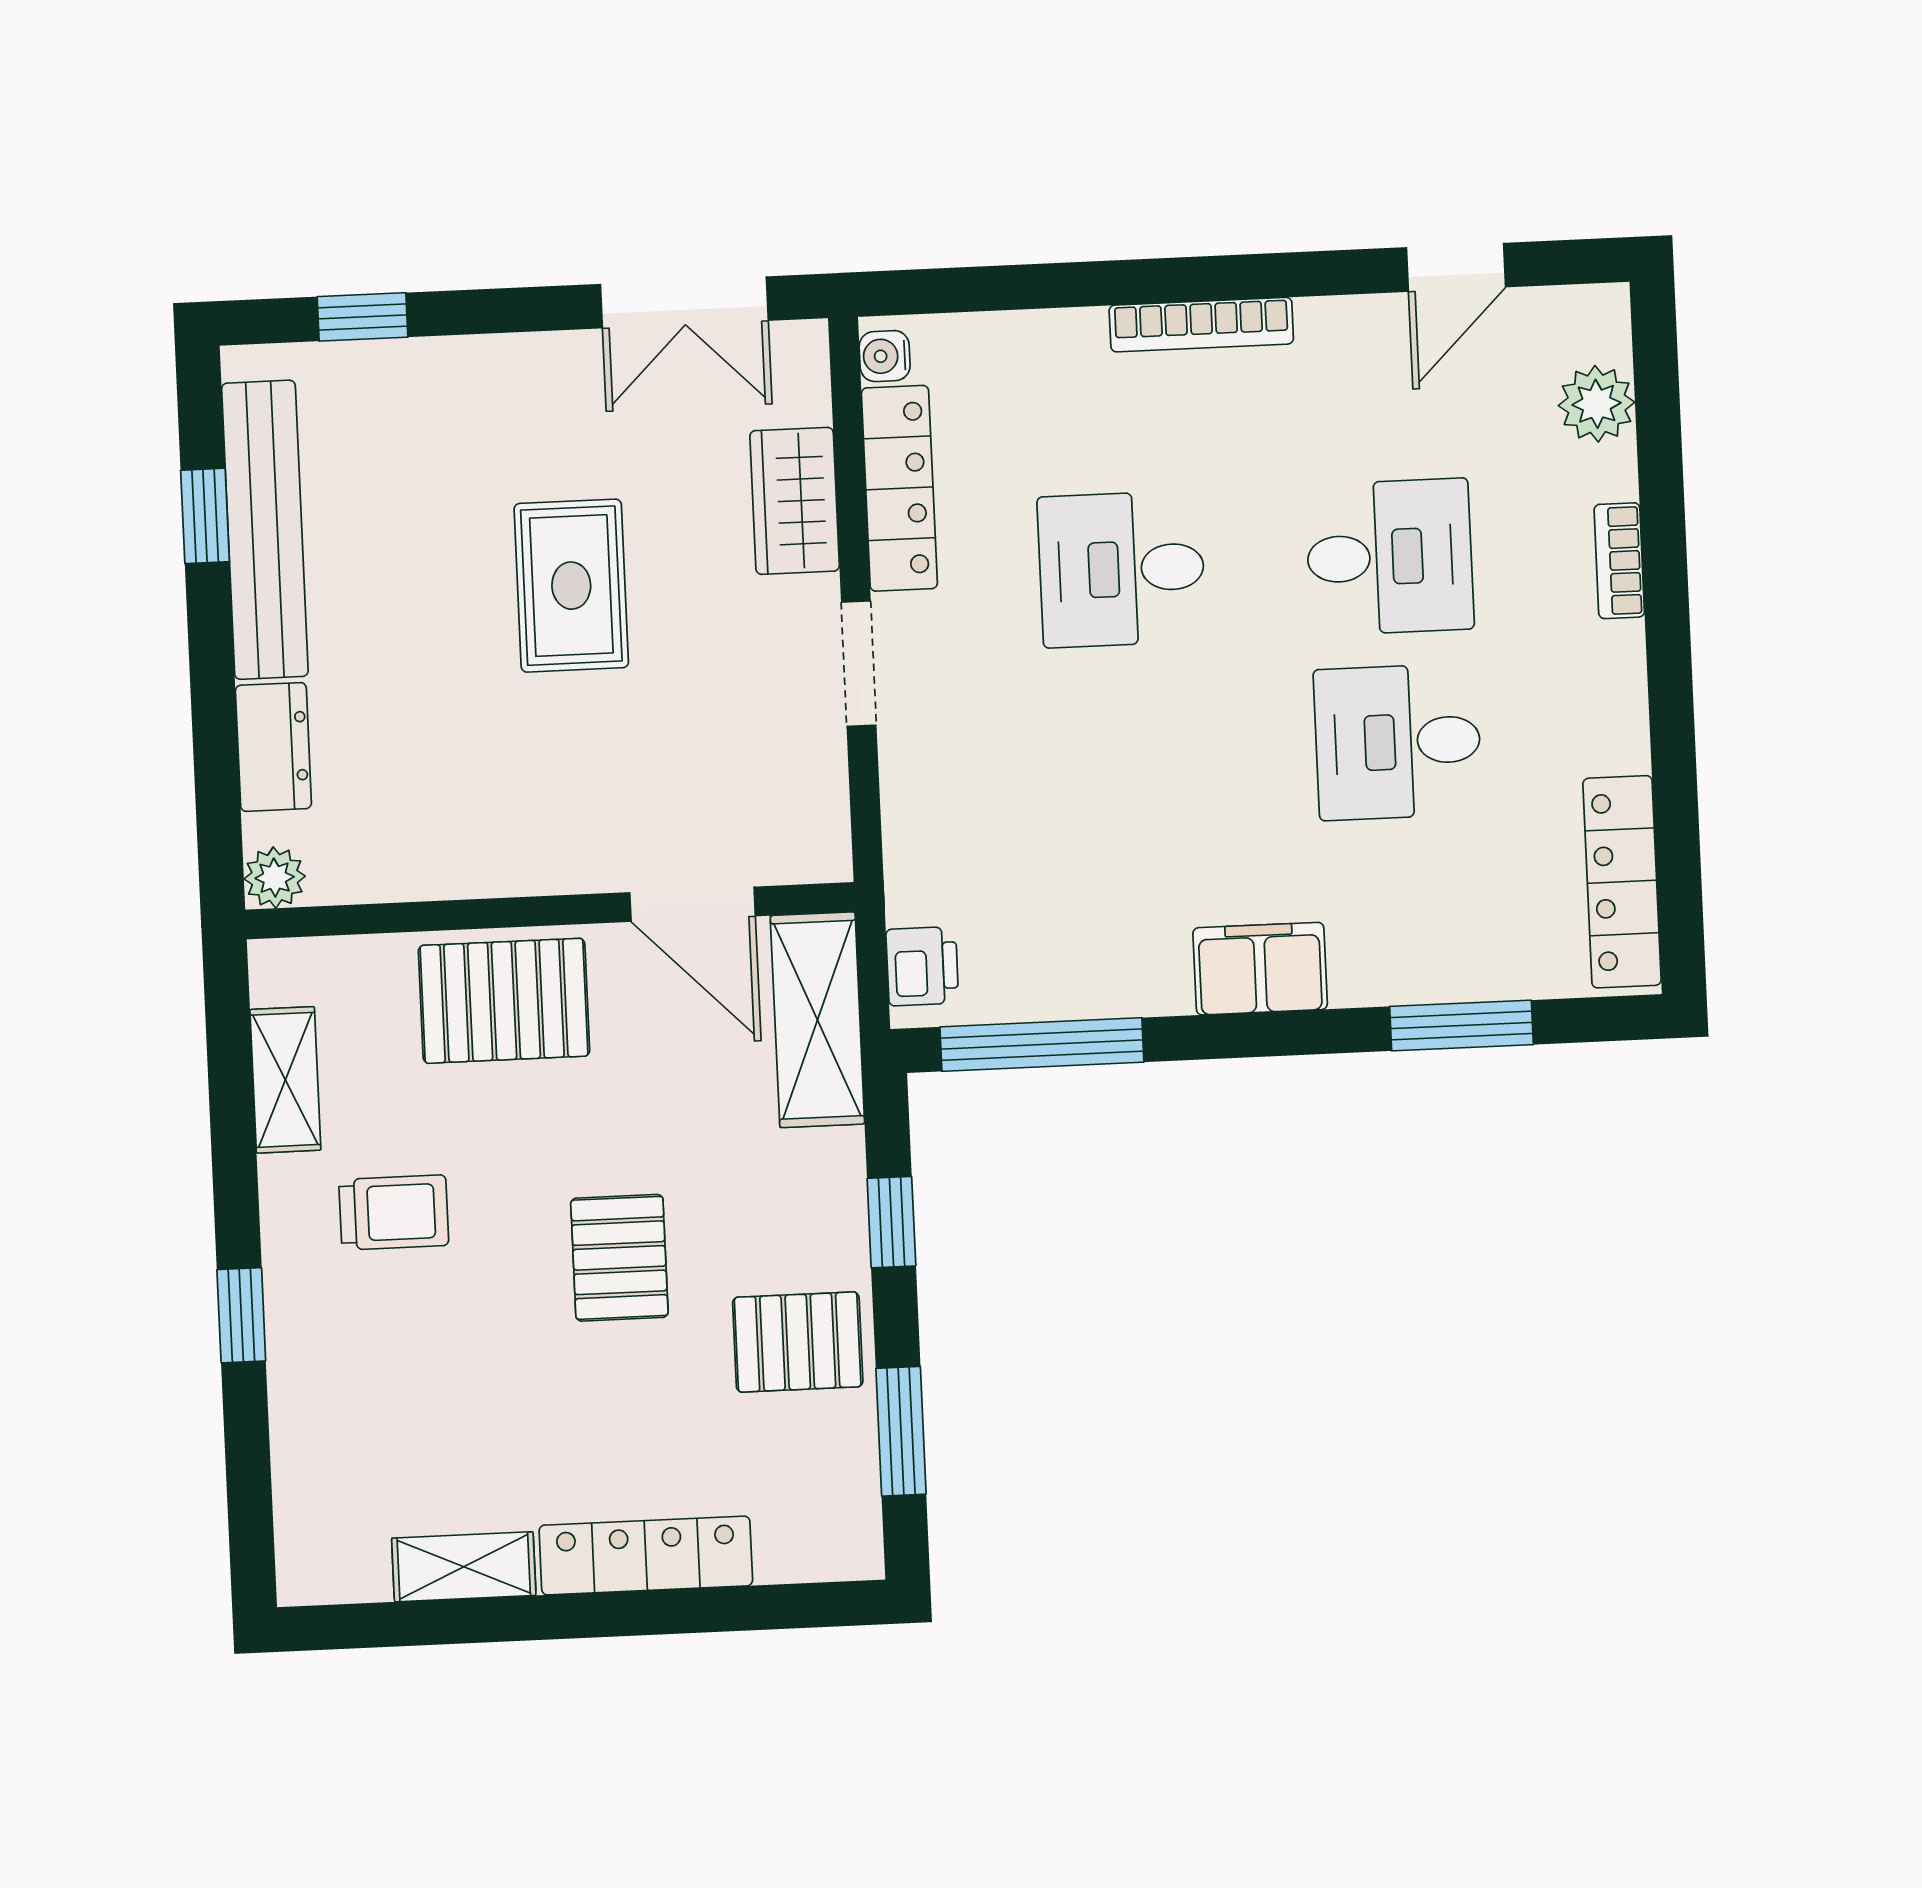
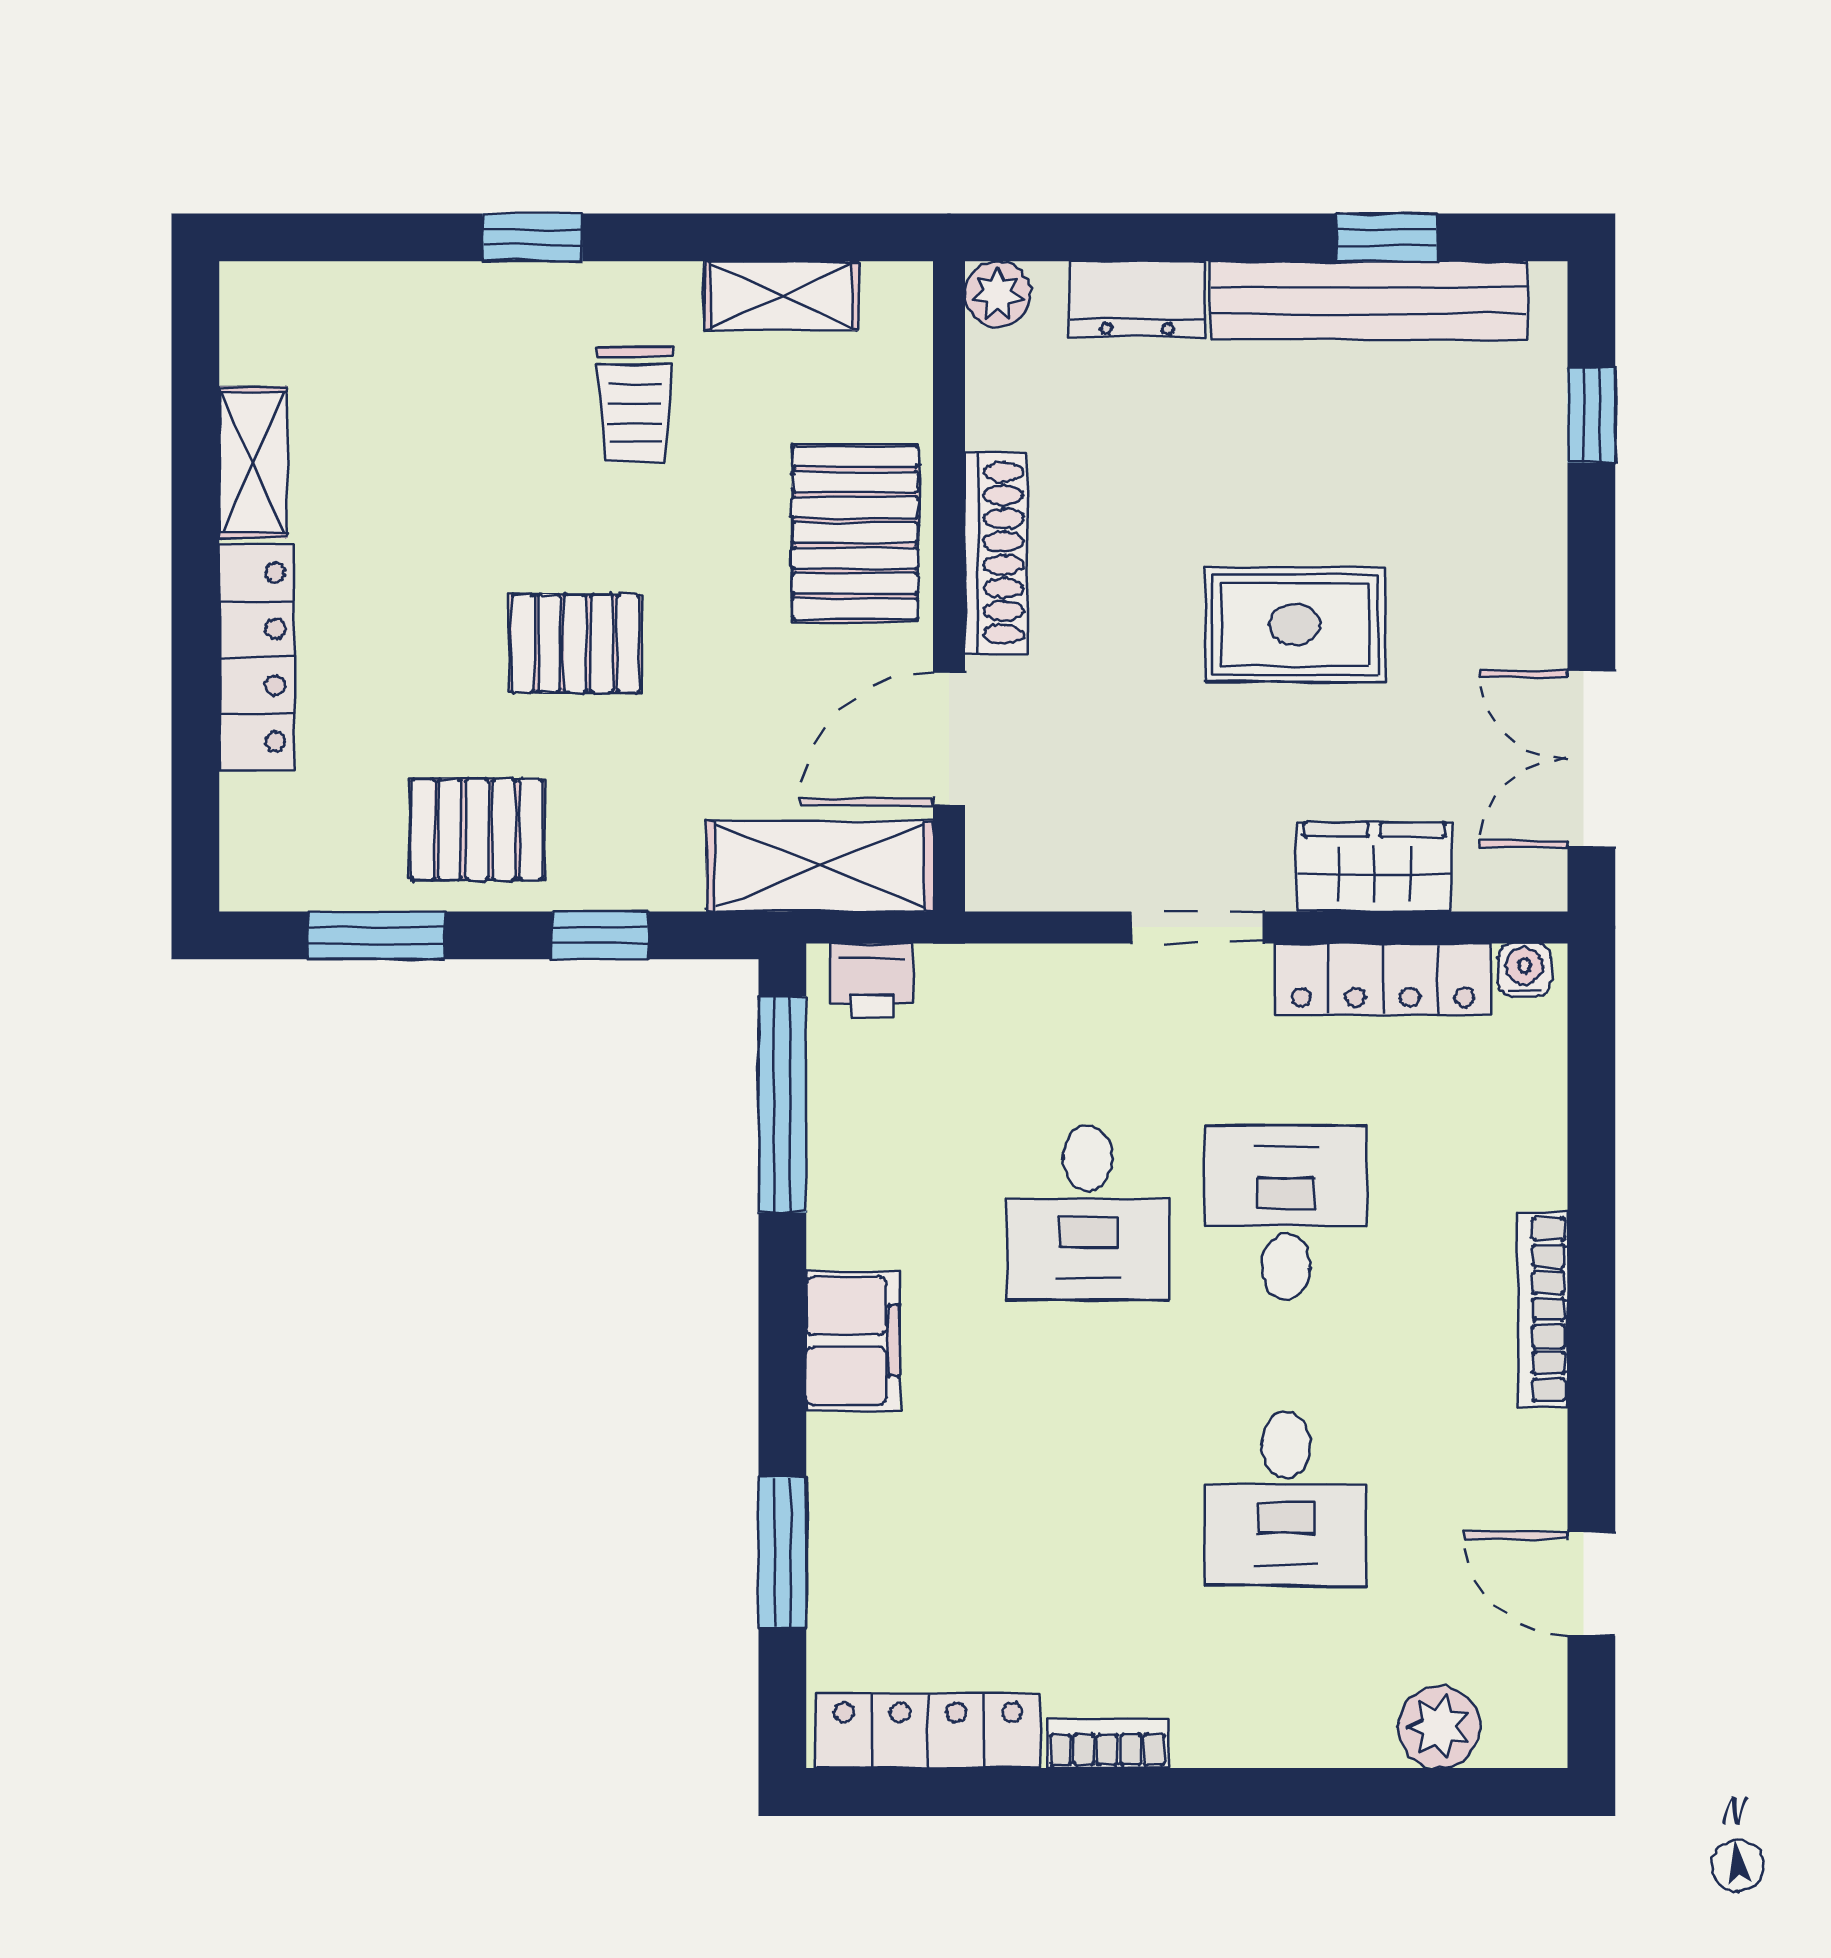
bookcase: (1619, 561) -> (1107, 1744), moved
desk: (1398, 742) -> (1088, 1213), moved, turned 180
shoe rack: (517, 868) -> (996, 553), added
pallet: (798, 1342) -> (477, 829), turned 90

